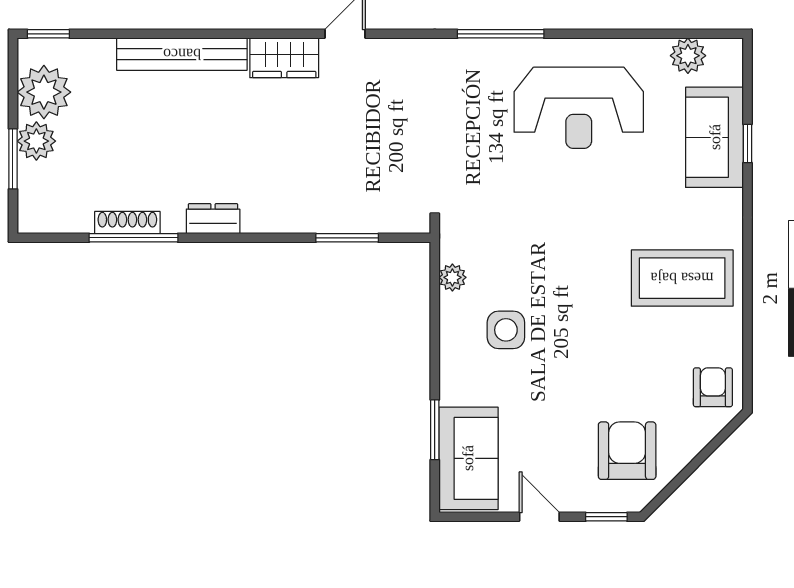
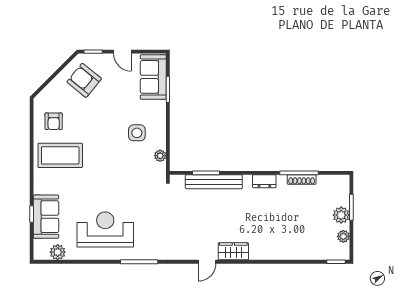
bench: (182, 54) -> (214, 182), moved
plant: (44, 92) -> (343, 236), width x0.53, depth x0.53
armchair: (713, 387) -> (54, 121), moved
armchair: (627, 451) -> (84, 80), turned 129

